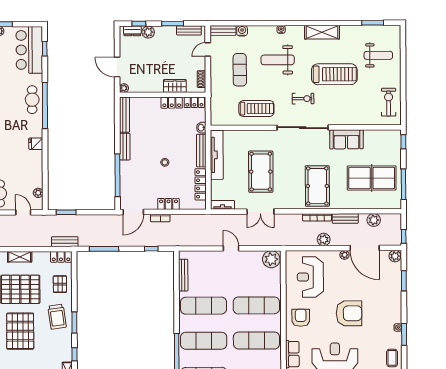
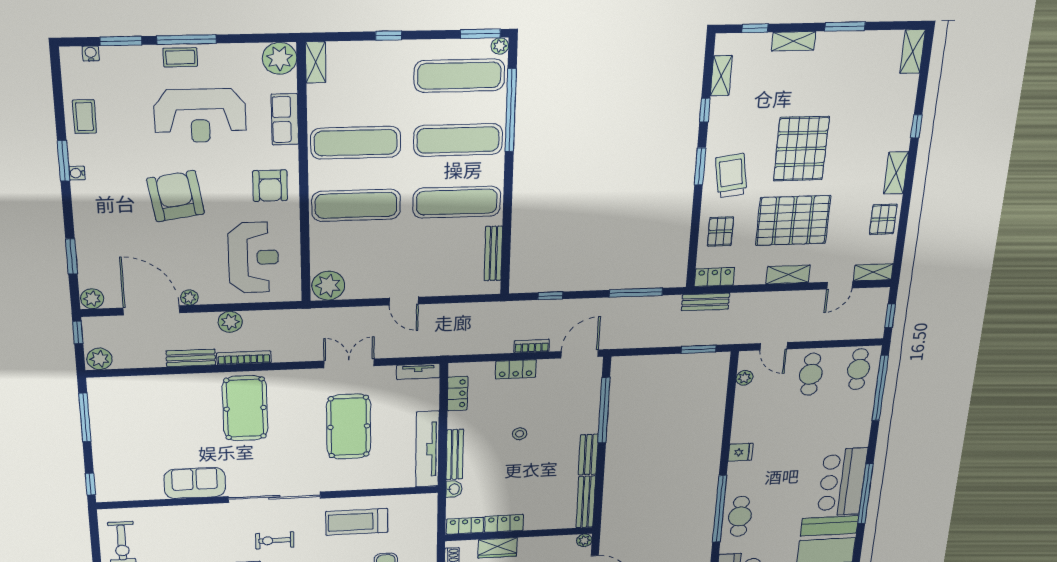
table tennis table: (372, 178) -> (145, 425), removed
locker: (201, 184) -> (458, 393), width x0.66
plant: (374, 220) -> (99, 359), moved
armchair: (349, 313) -> (176, 196), turned 81

